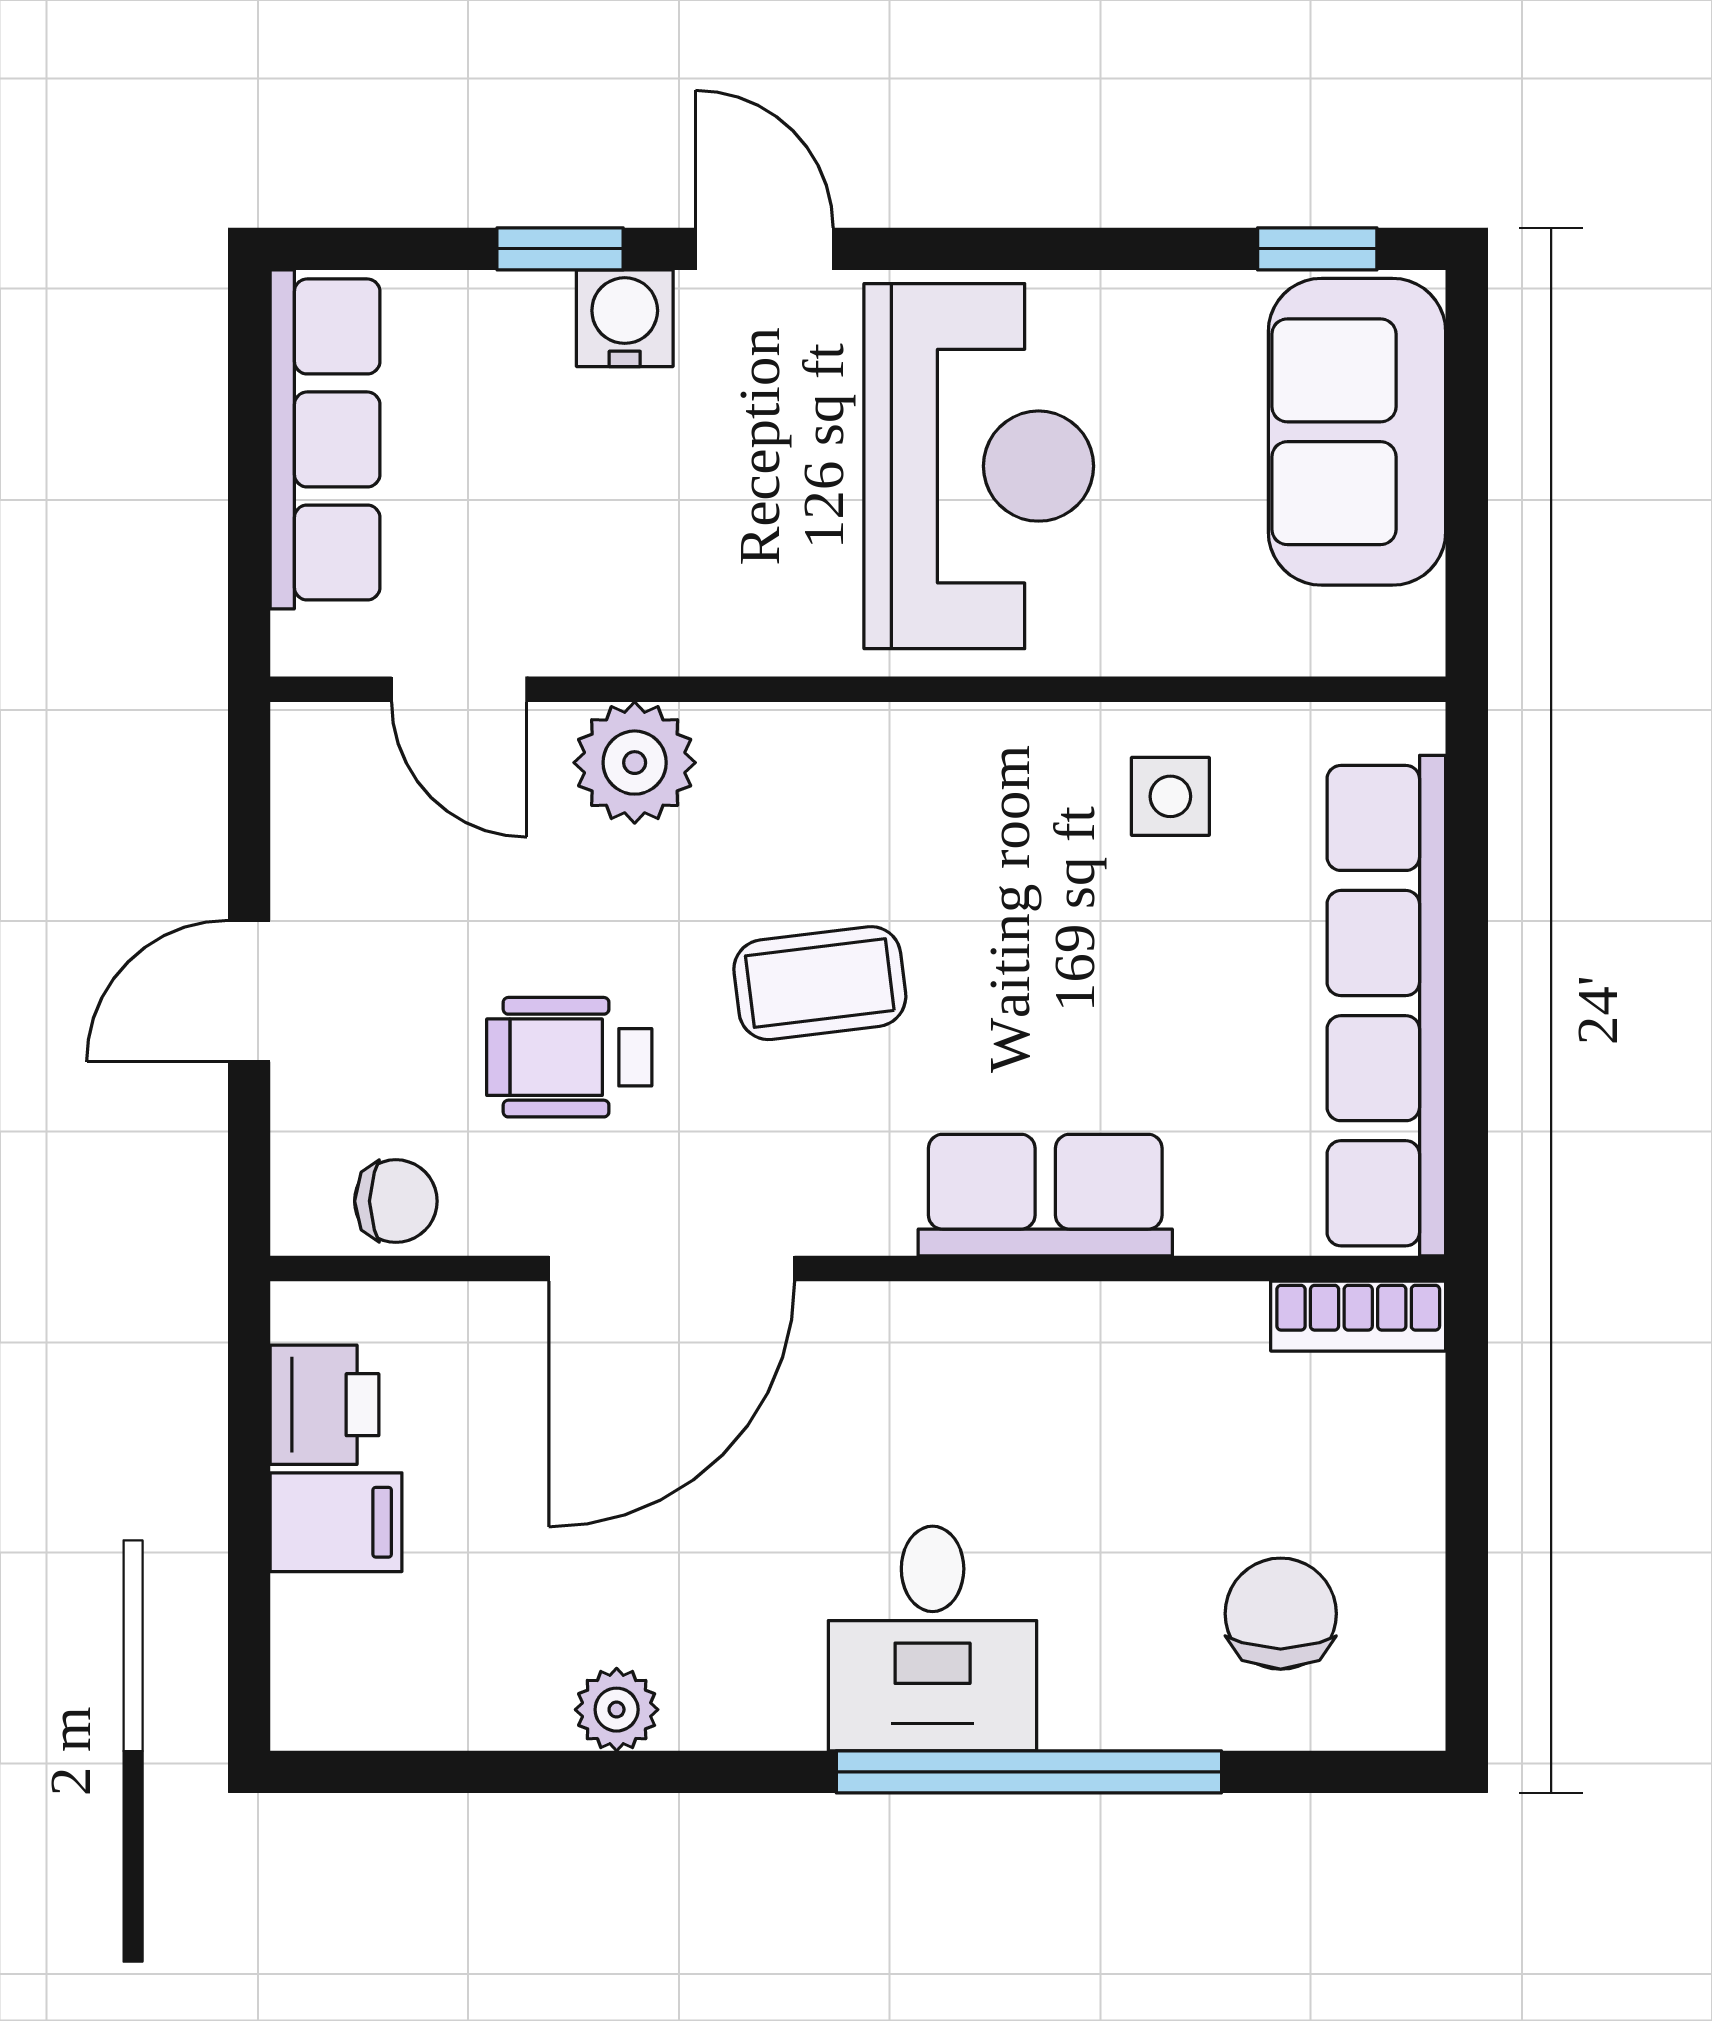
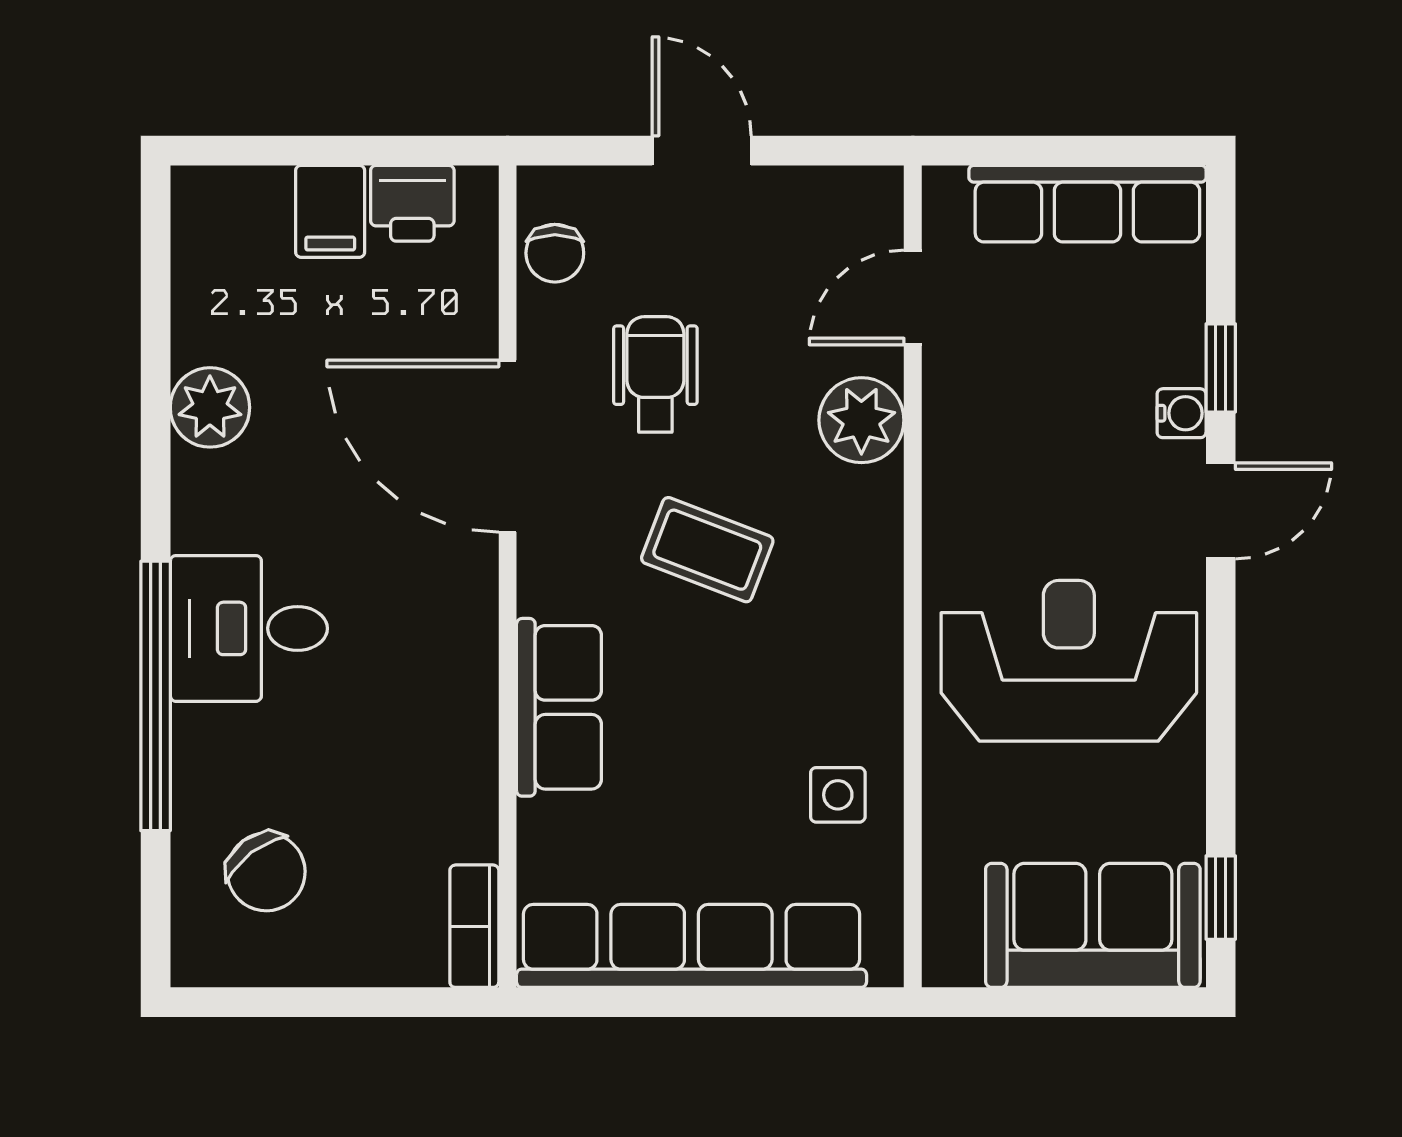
water cooler: (625, 318) -> (1182, 413), width x0.72, depth x0.72
reception desk: (979, 466) -> (1069, 661), turned 180
coffee table: (820, 983) -> (707, 550), turned -62
chair: (1281, 1614) -> (266, 872), turned 53
plant: (617, 1710) -> (210, 407), width x1.38, depth x1.38

